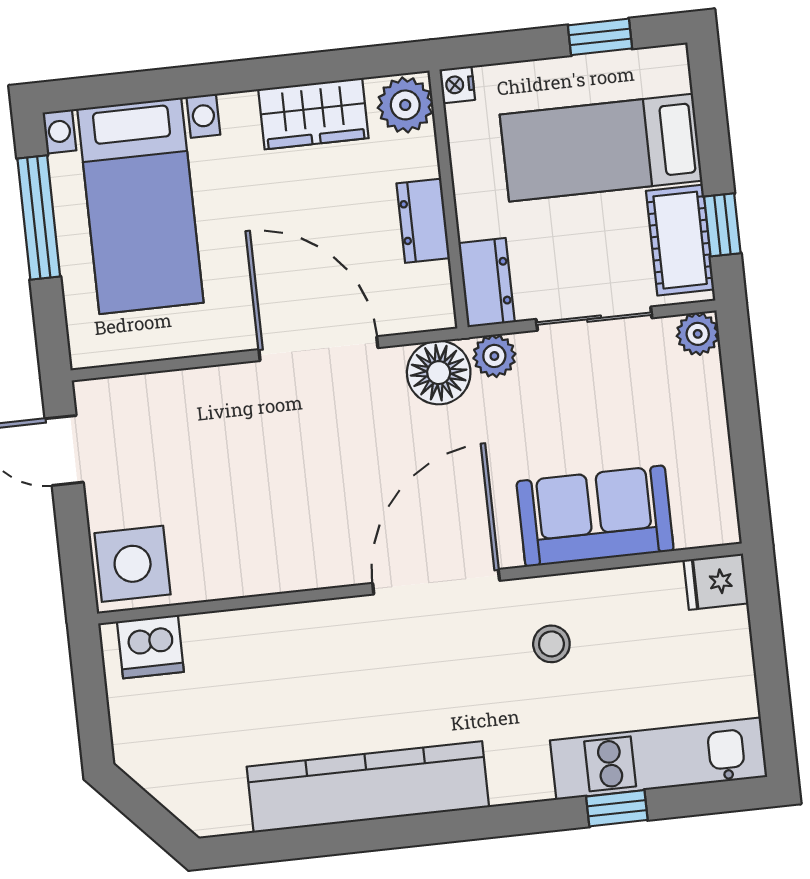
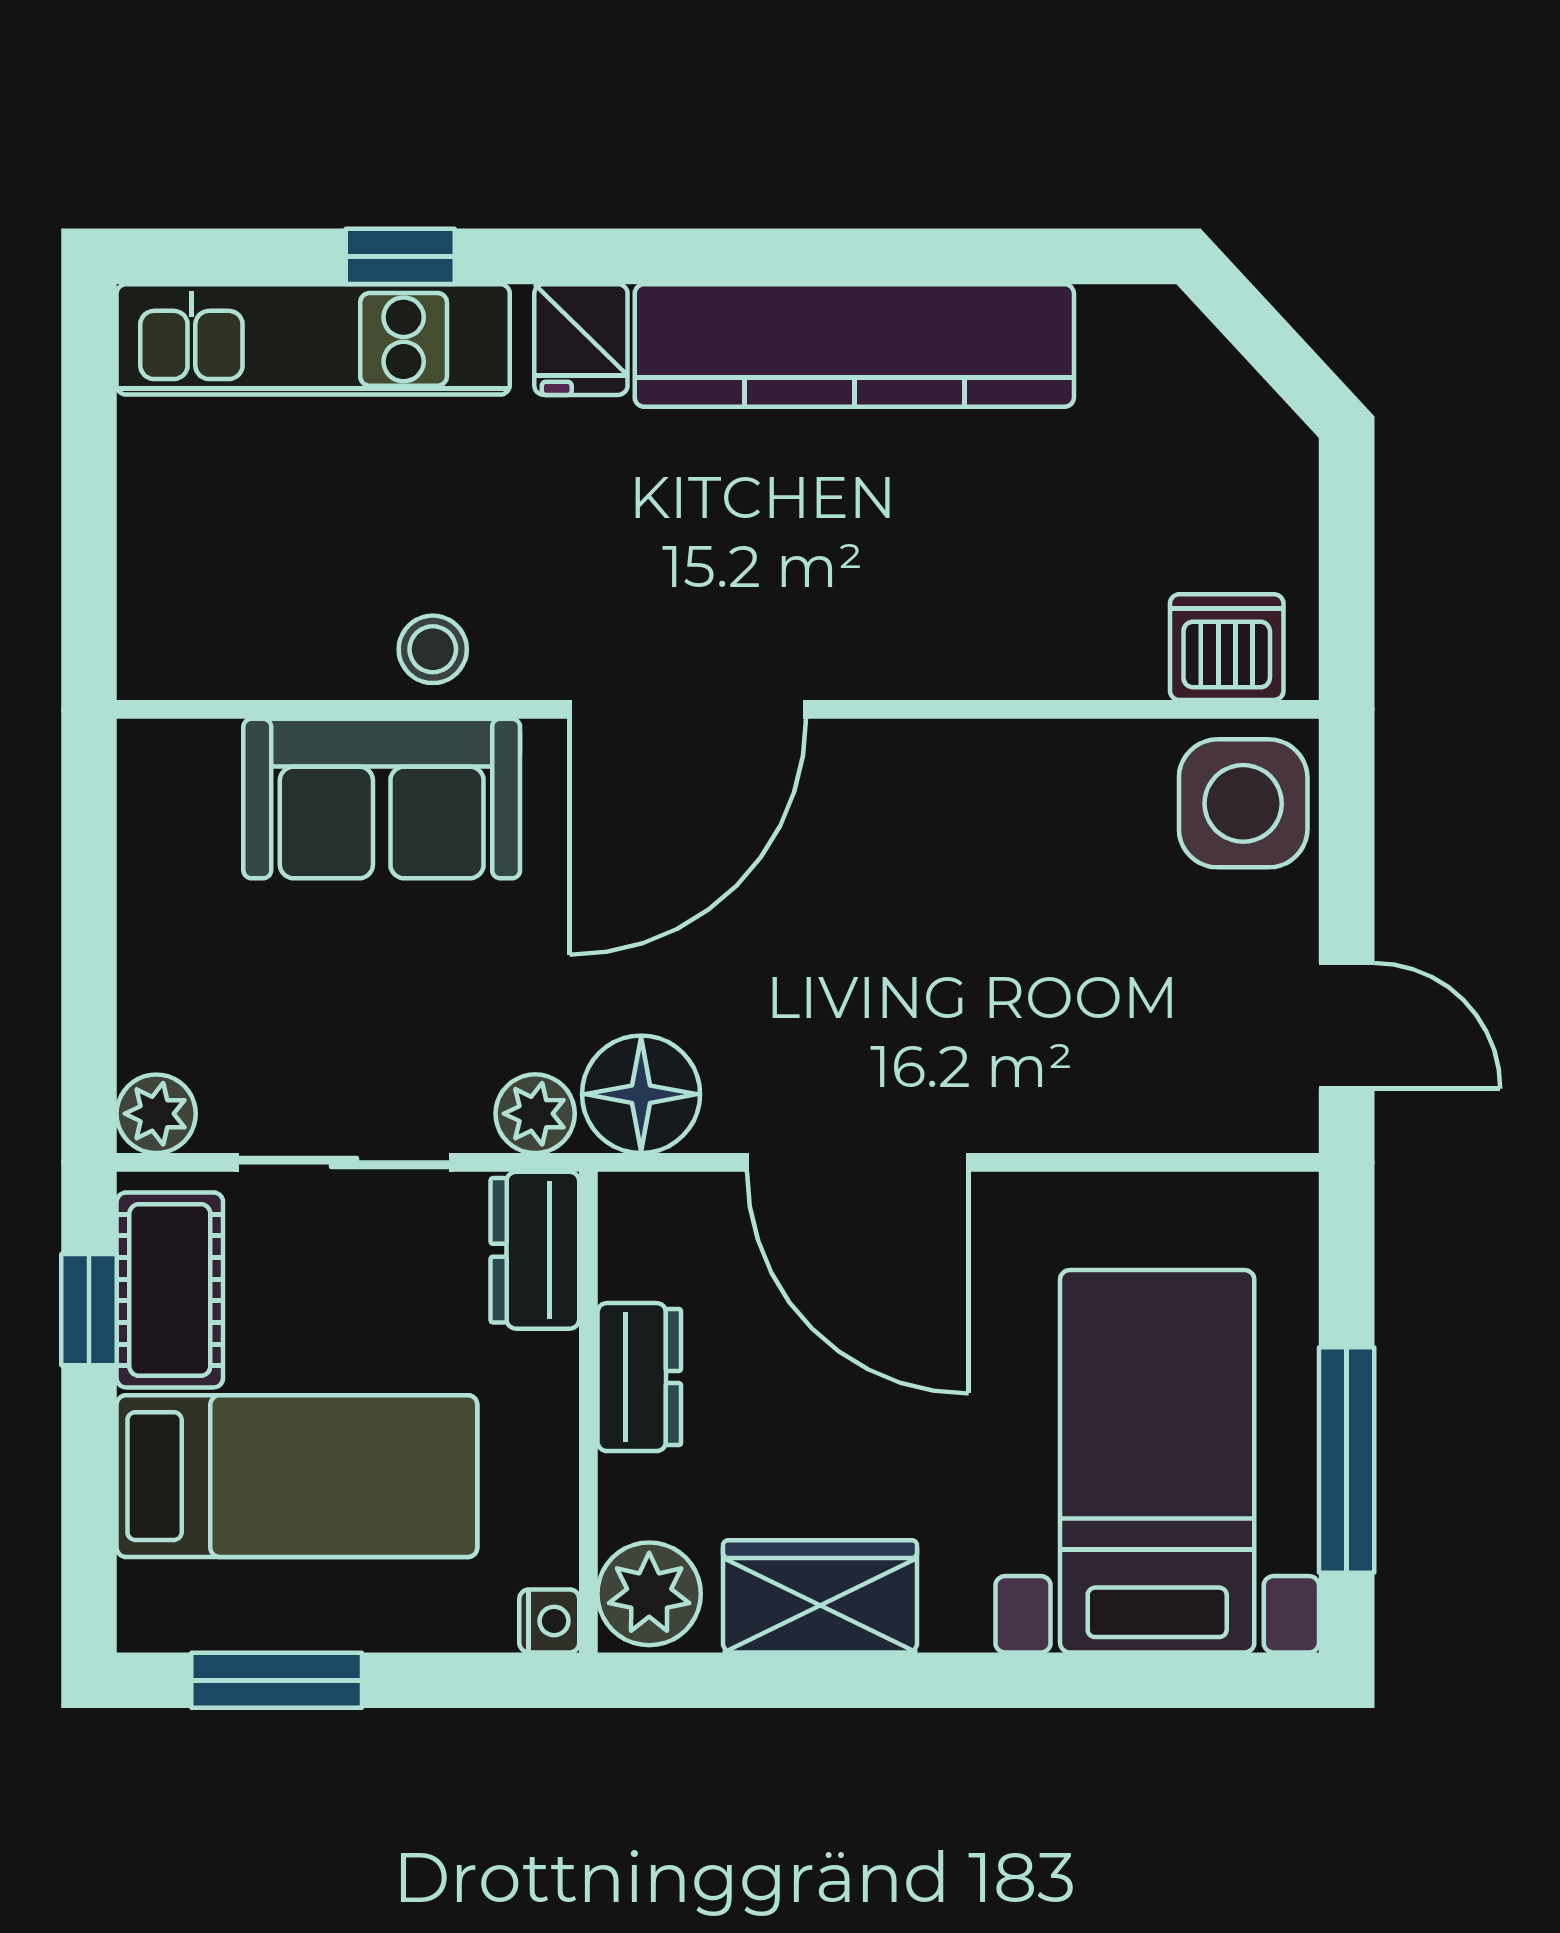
window: (600, 37) -> (277, 1680), width x1.50
fridge: (716, 582) -> (581, 340), moved, turned 90
stool: (551, 644) -> (433, 649), moved

